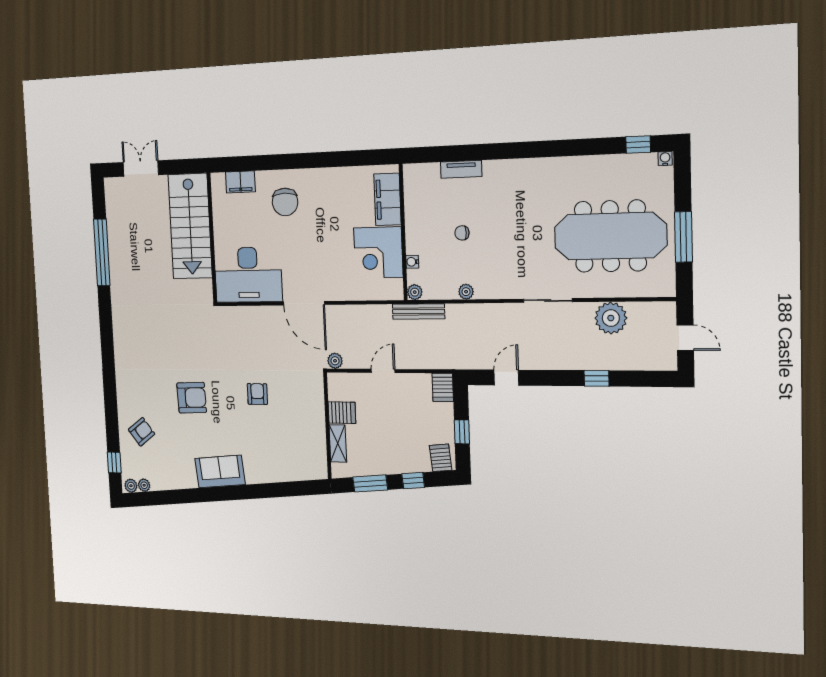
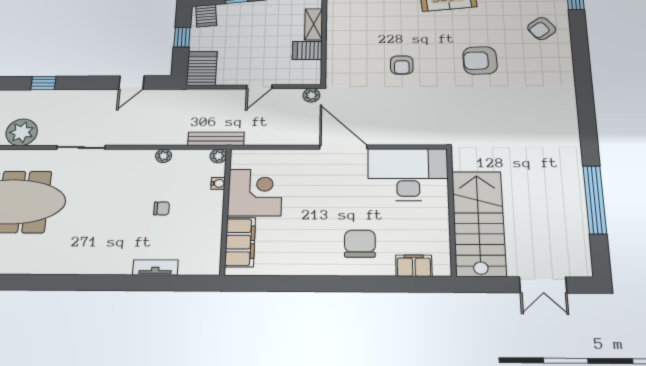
server rack: (443, 387) -> (202, 68), width x1.36, depth x1.44

